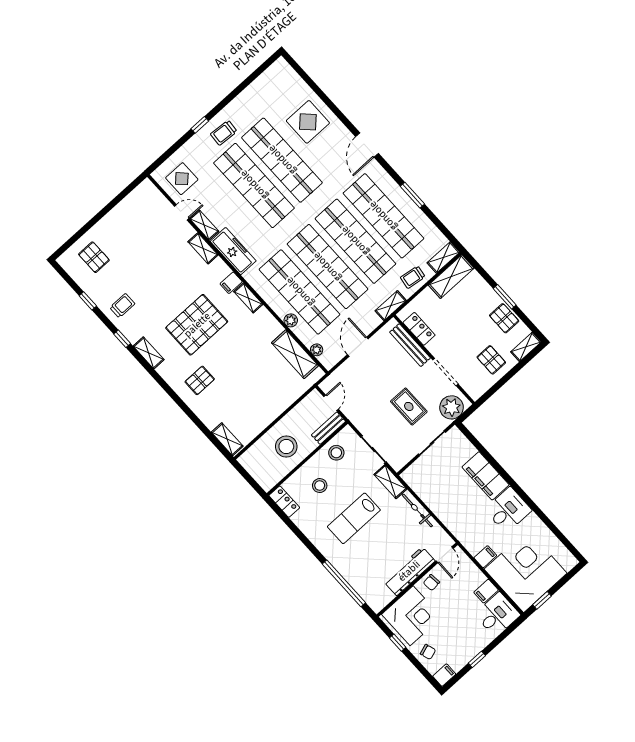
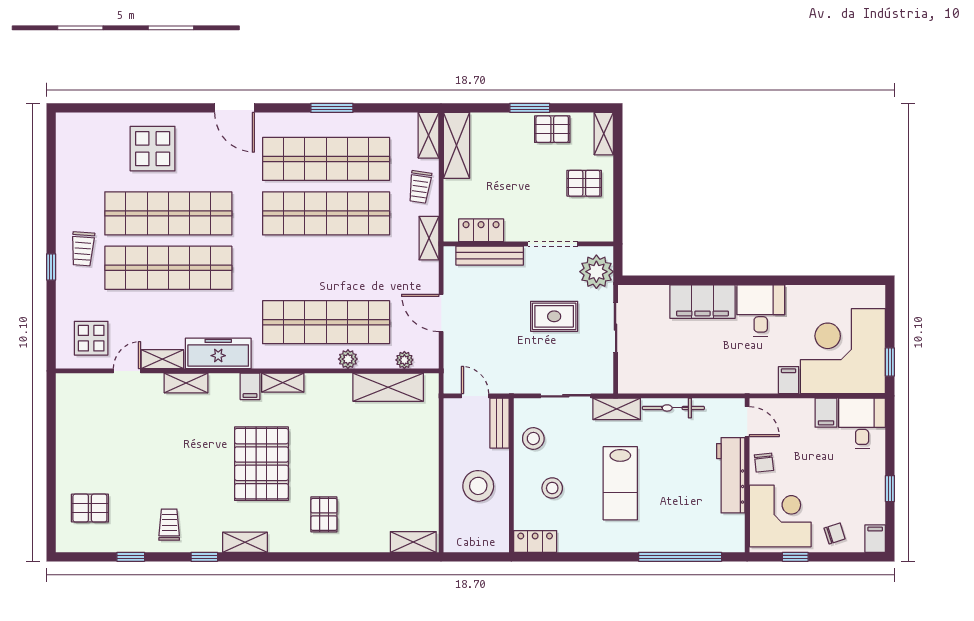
shop shelf: (327, 267) -> (326, 268), removed

